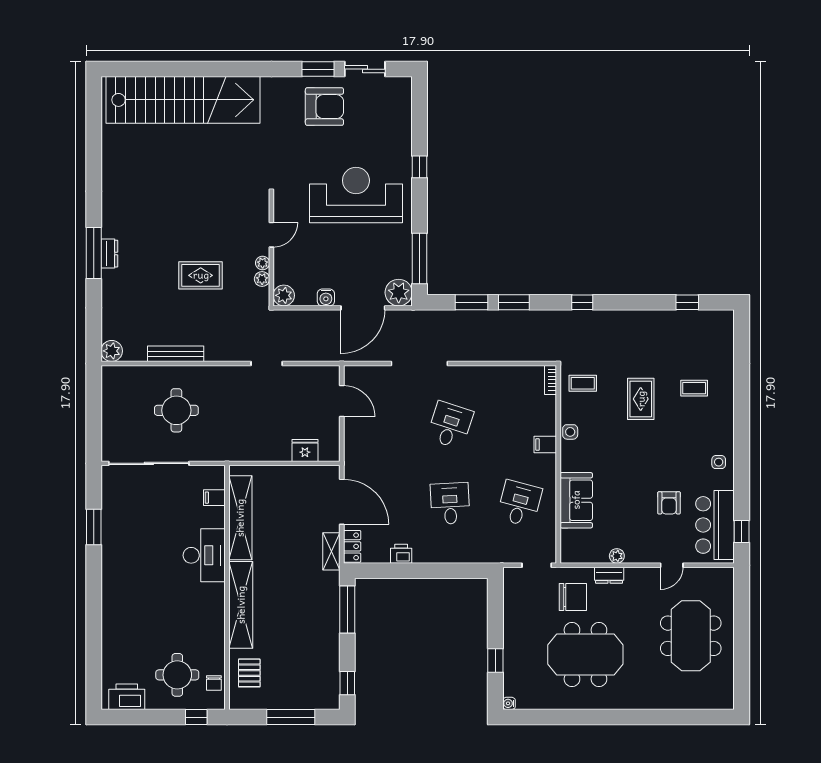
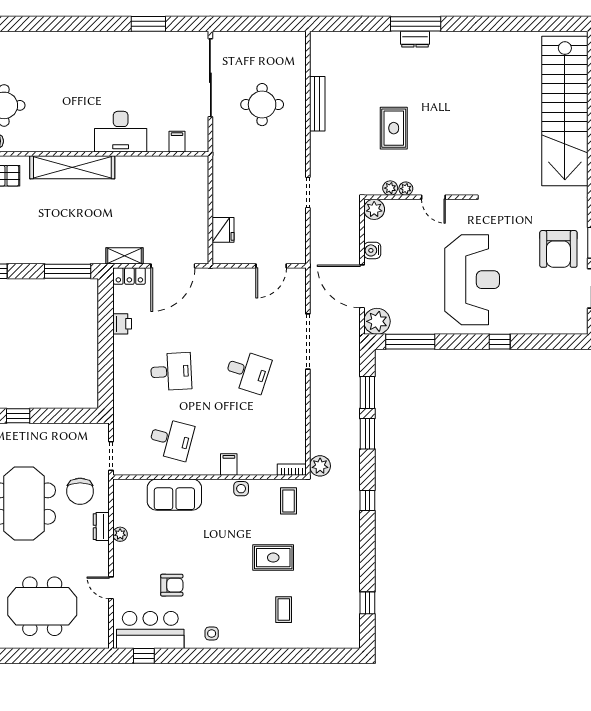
plant: (112, 351) -> (320, 466), moved
armchair: (669, 503) -> (172, 585), turned 180
shelving: (240, 518) -> (157, 167), removed

